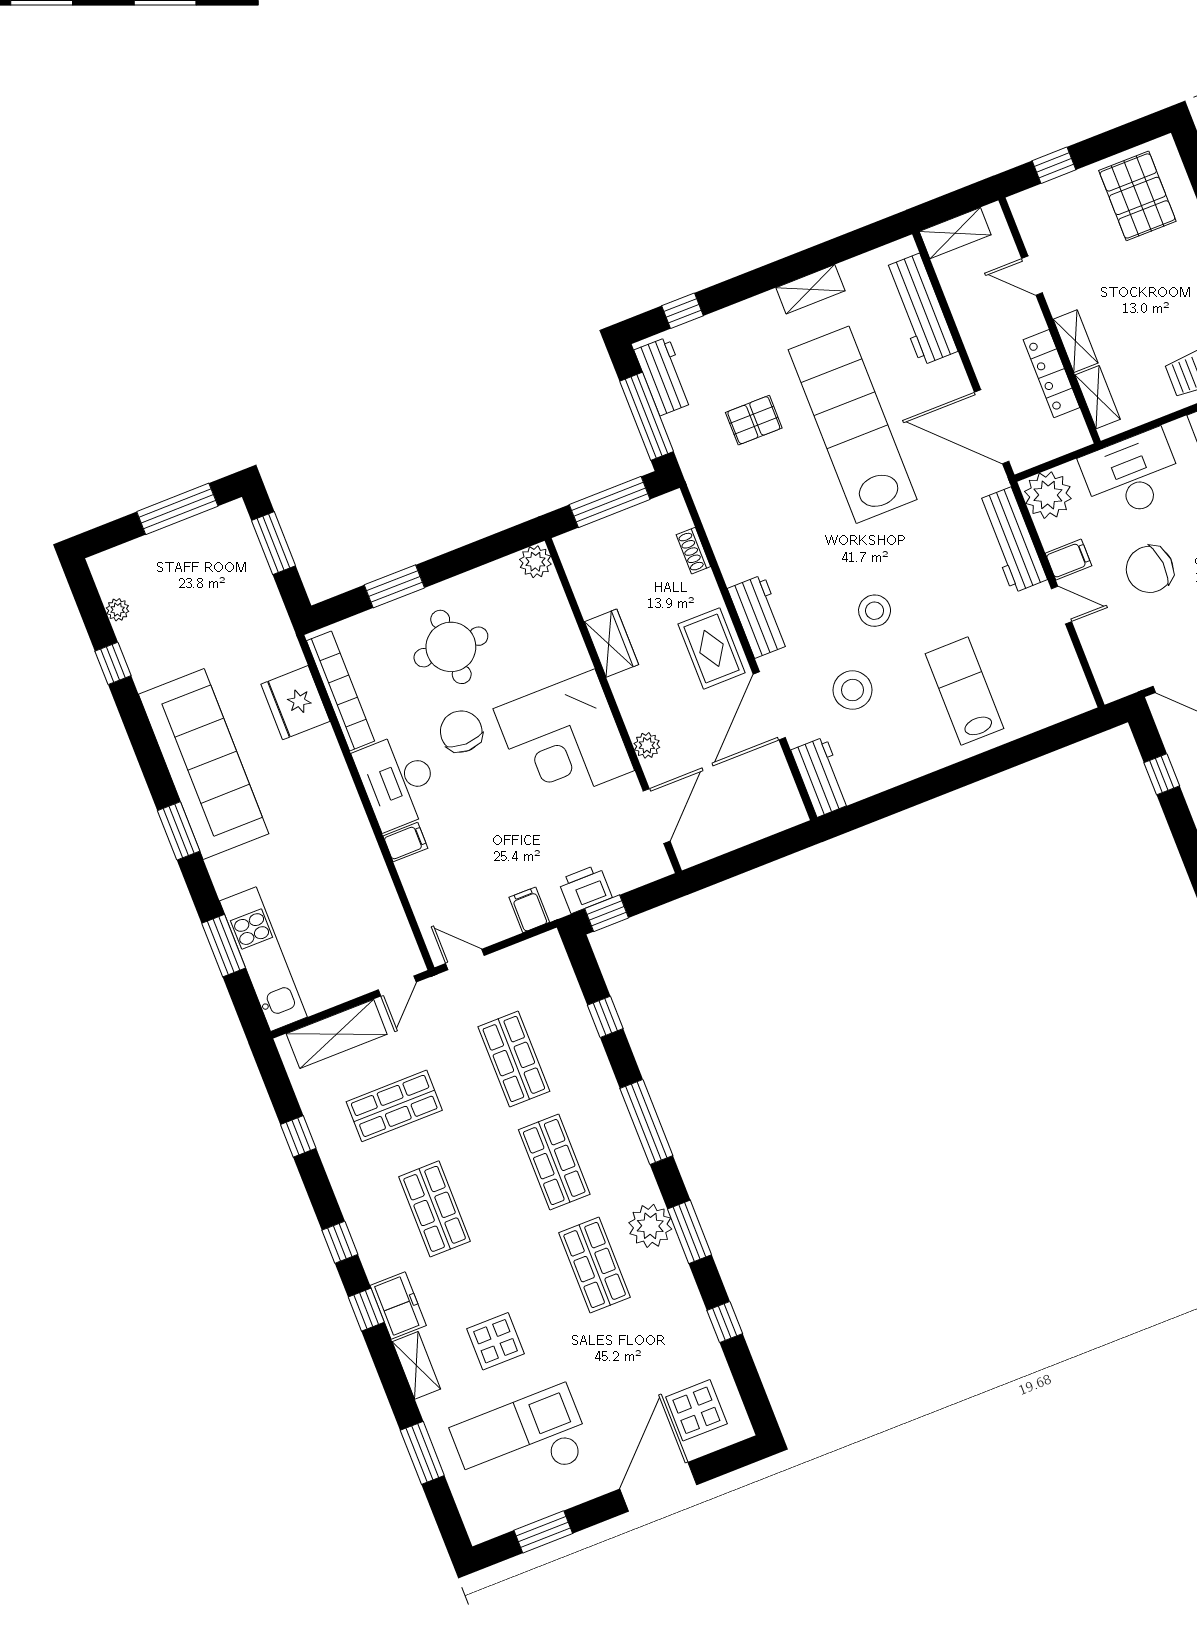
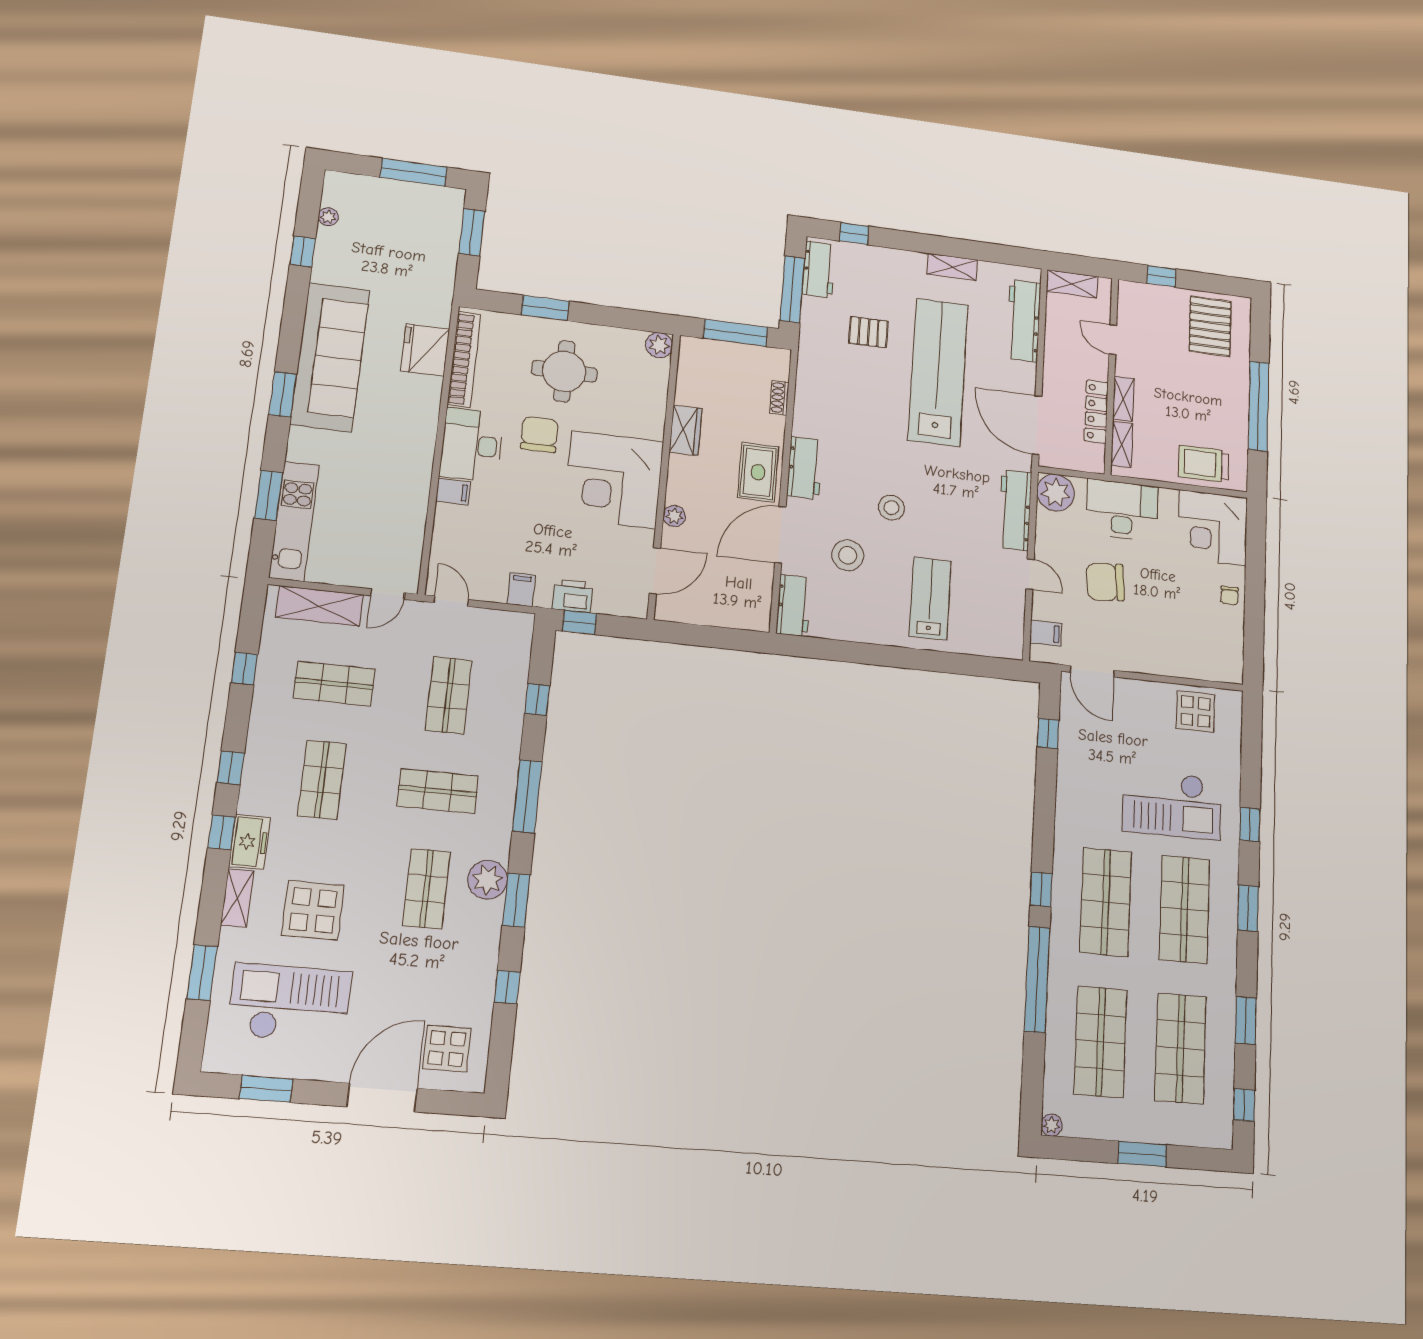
filing cabinet: (1068, 560) -> (1046, 633), moved
shop shelf: (554, 1162) -> (438, 791), turned 90
display table: (496, 1341) -> (313, 910), width x1.36, depth x1.36

